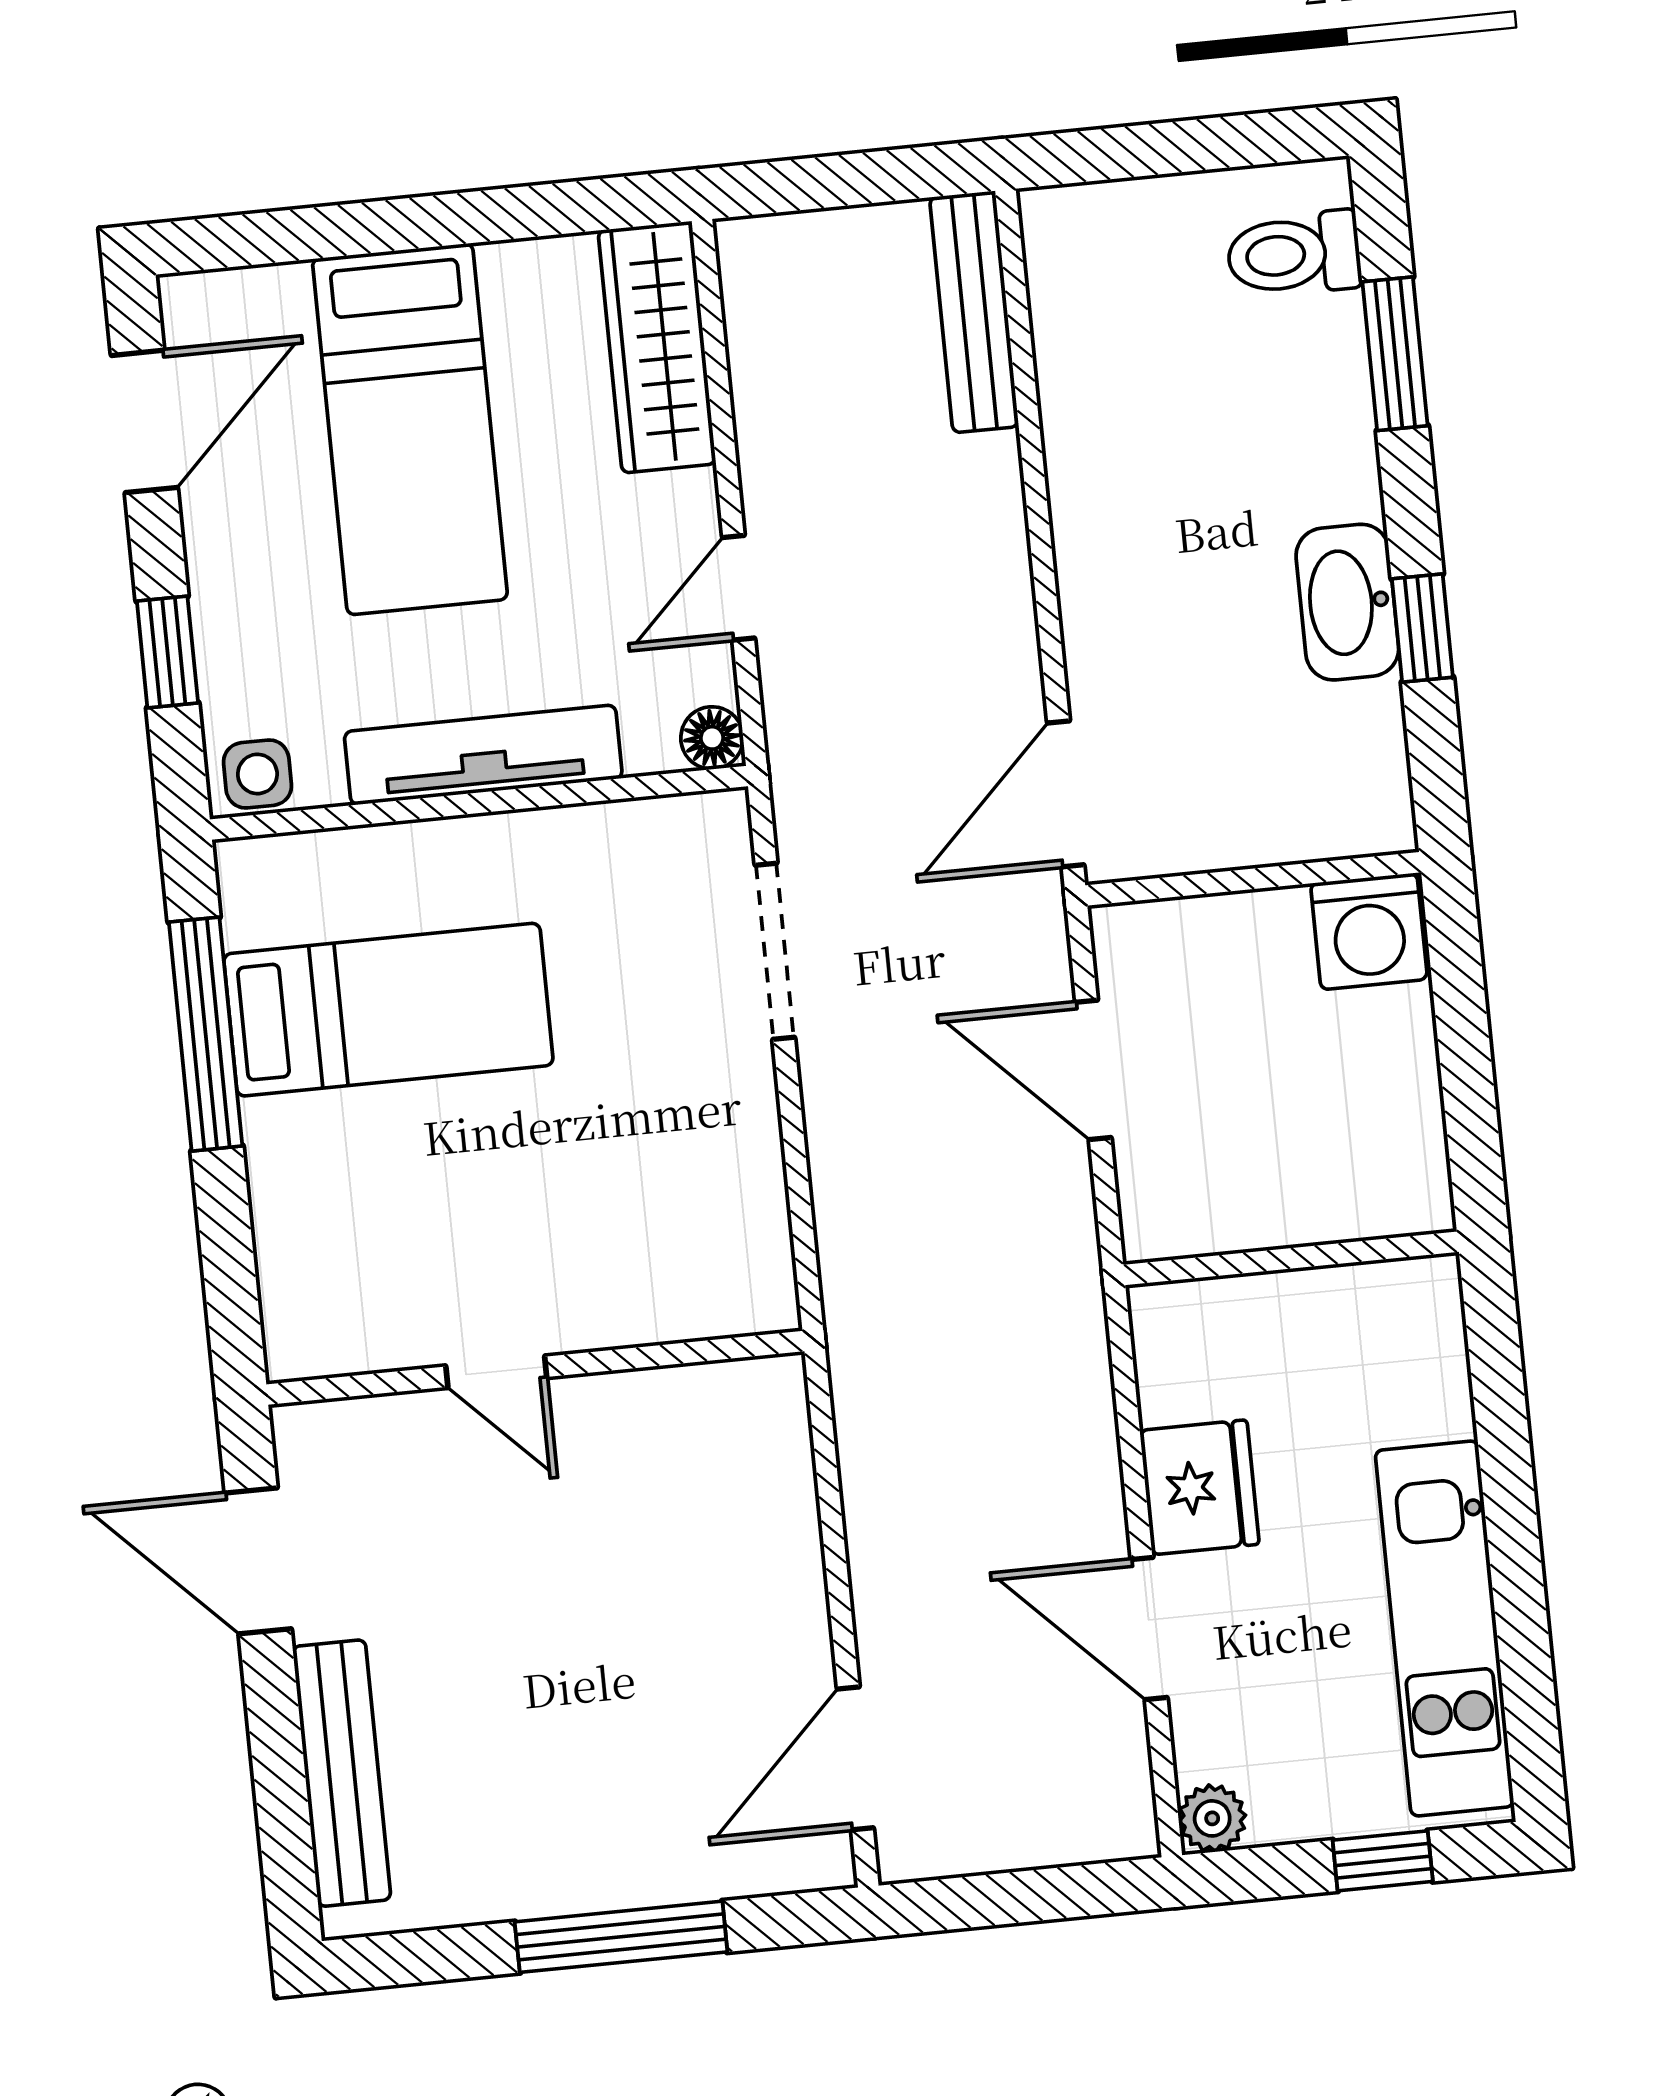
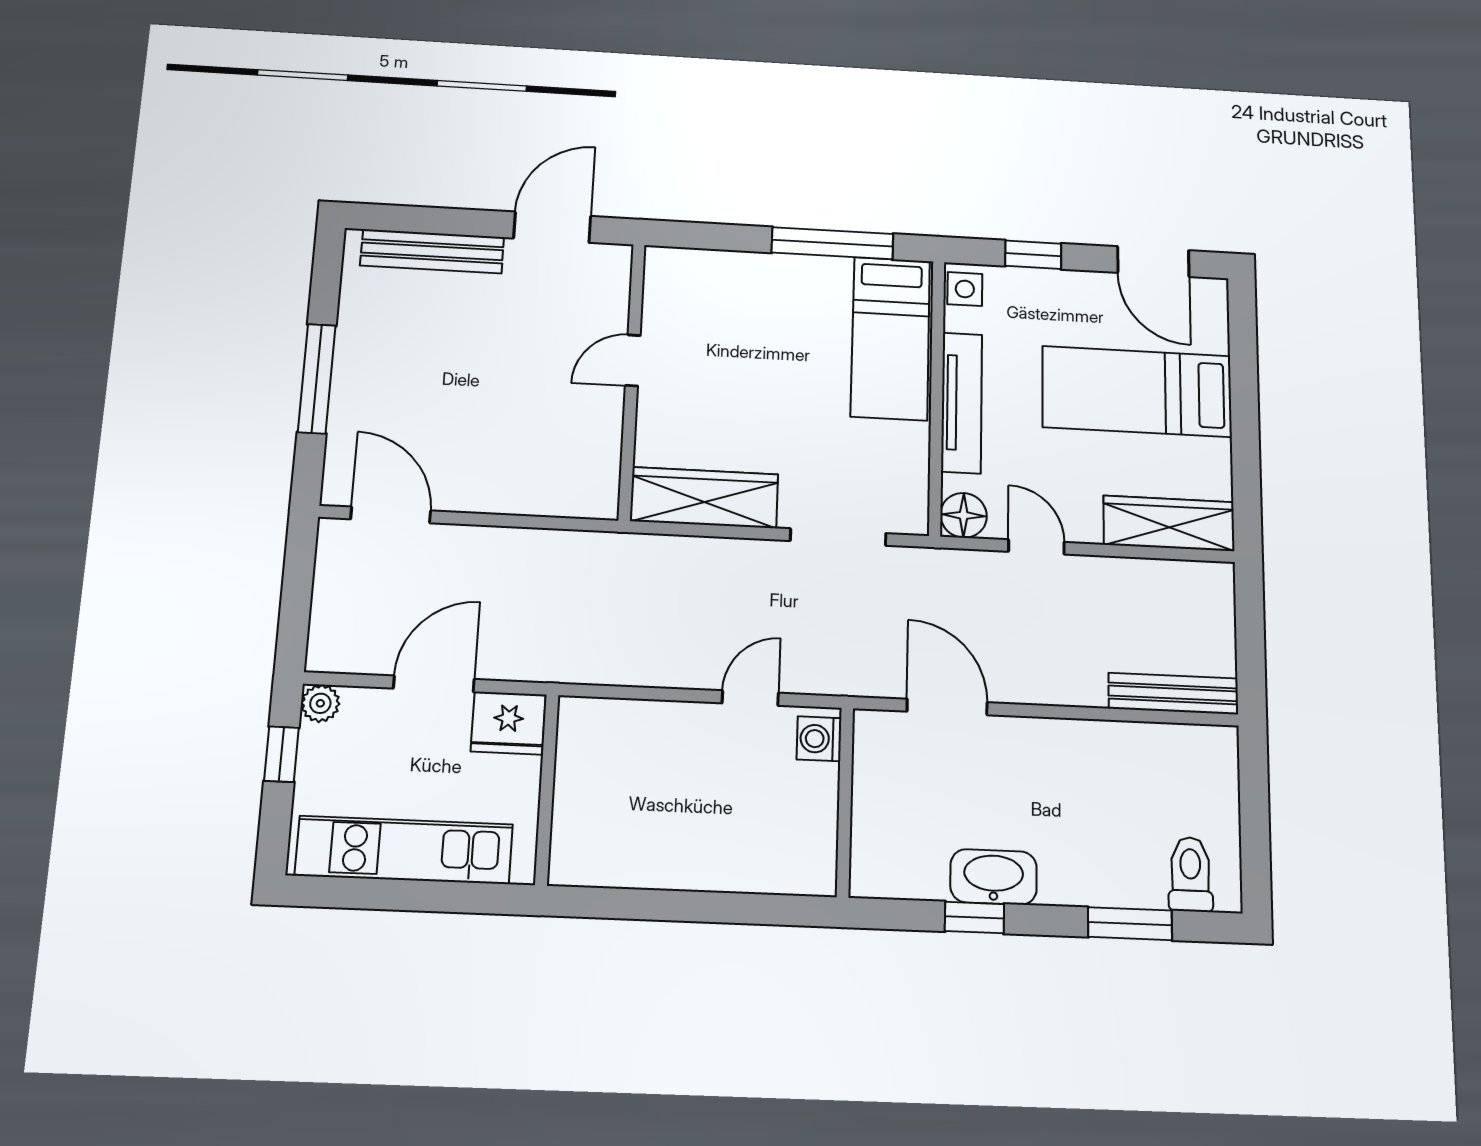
floor lamp: (712, 738) -> (964, 515), width x1.37, depth x1.37
door: (1066, 794) -> (947, 707), moved
washing machine: (1369, 931) -> (819, 739), moved, width x0.73, depth x0.73
bed: (388, 1010) -> (890, 338), moved
door: (1093, 1070) -> (750, 698), width x0.73
wardrobe: (738, 1203) -> (704, 498), added
wall: (1291, 1258) -> (547, 789), moved
window: (1383, 1861) -> (281, 754), moved

